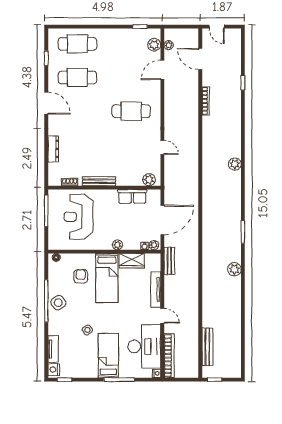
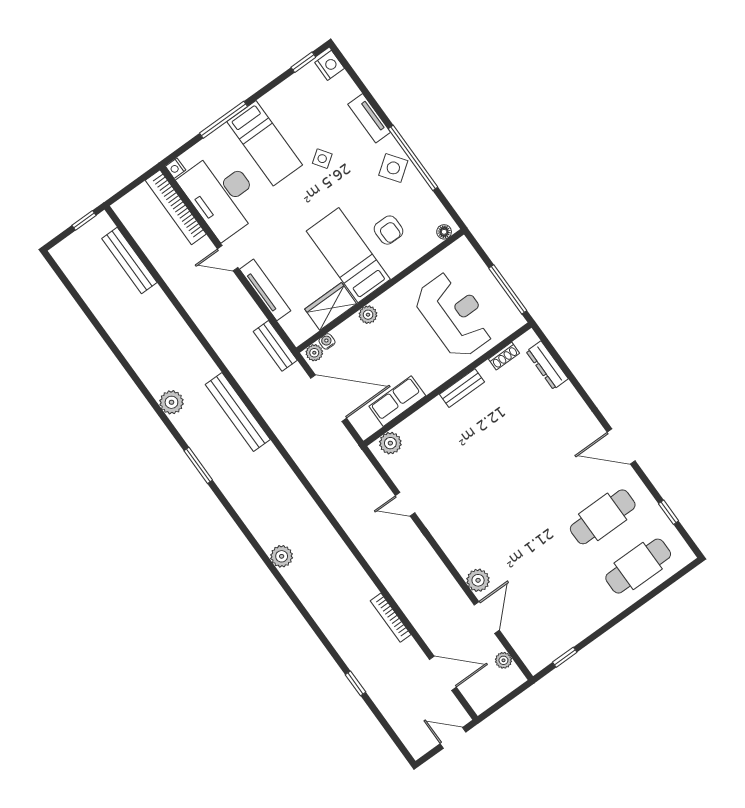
plant: (154, 45) -> (478, 580), moved
cafe table: (131, 111) -> (489, 524), removed
dresser: (53, 149) -> (547, 365), moved
bench: (99, 181) -> (462, 388), width x0.73
door: (162, 220) -> (329, 398), swing flipped
bench: (208, 243) -> (238, 412), added
tv unit: (53, 349) -> (369, 118), moved

